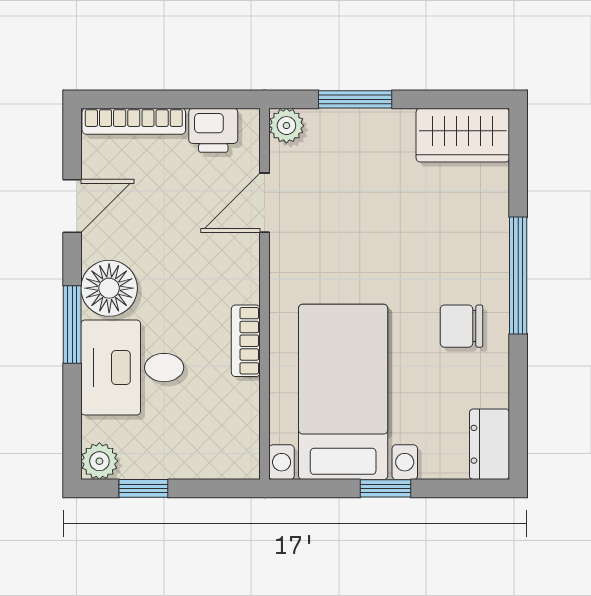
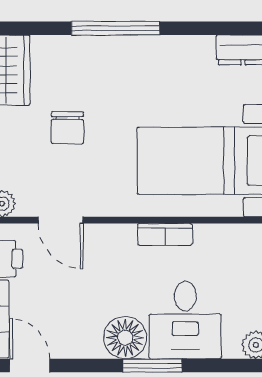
door: (72, 206) -> (30, 366), moved
chair: (462, 326) -> (67, 128), moved

